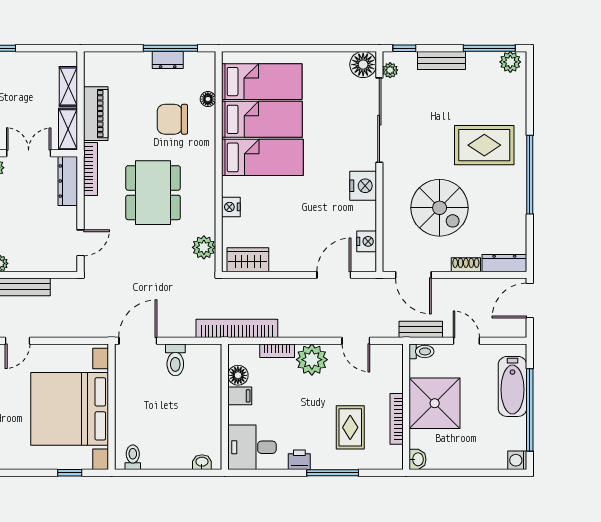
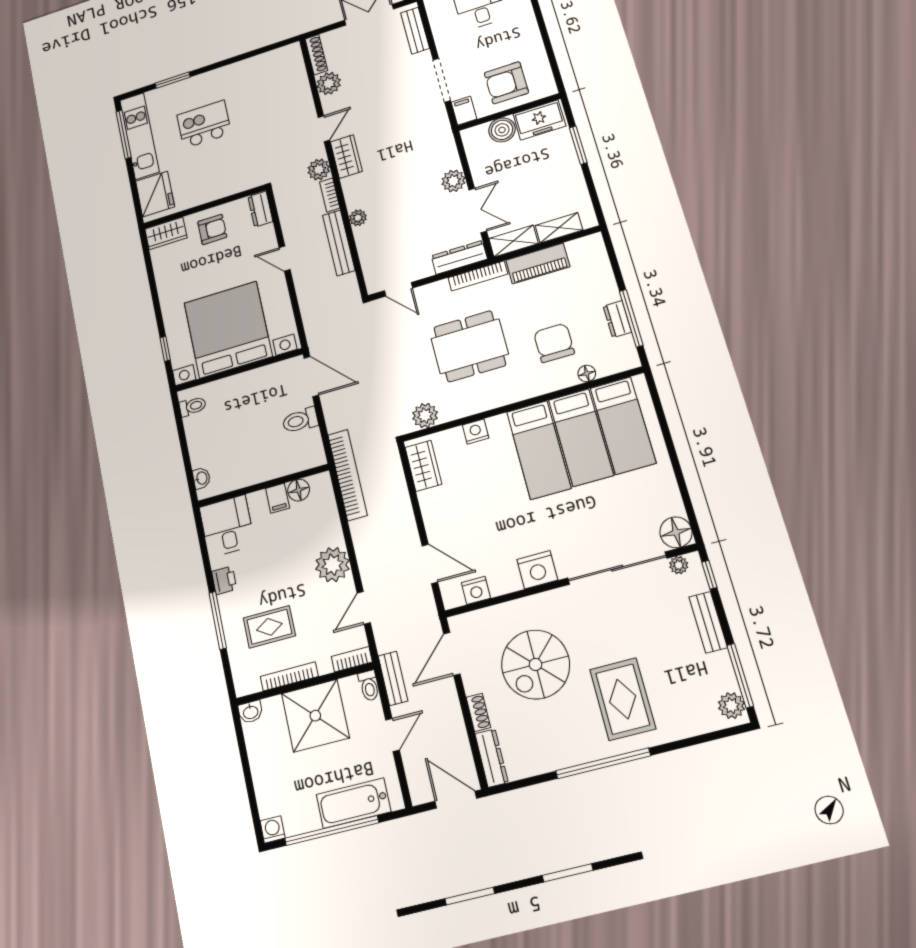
bookcase: (277, 351) -> (352, 659), moved, turned 90

